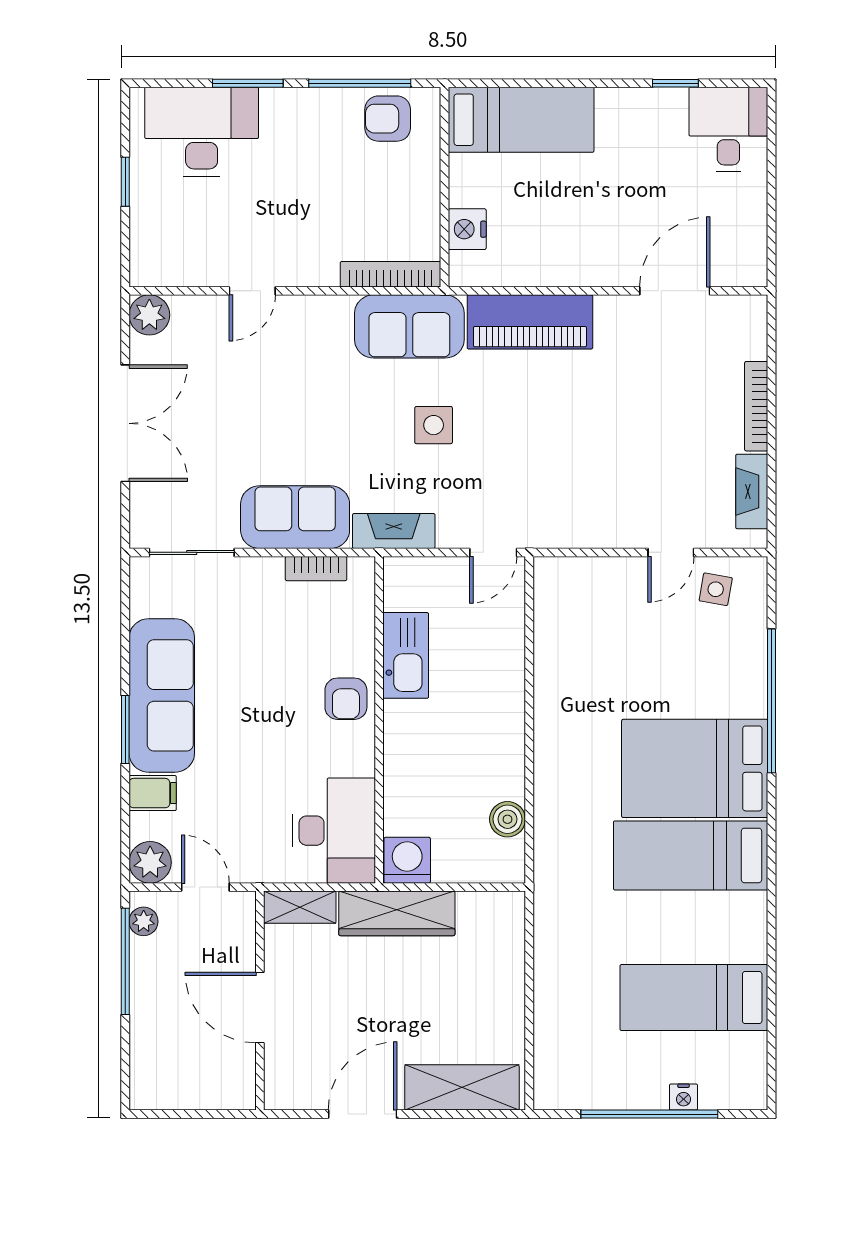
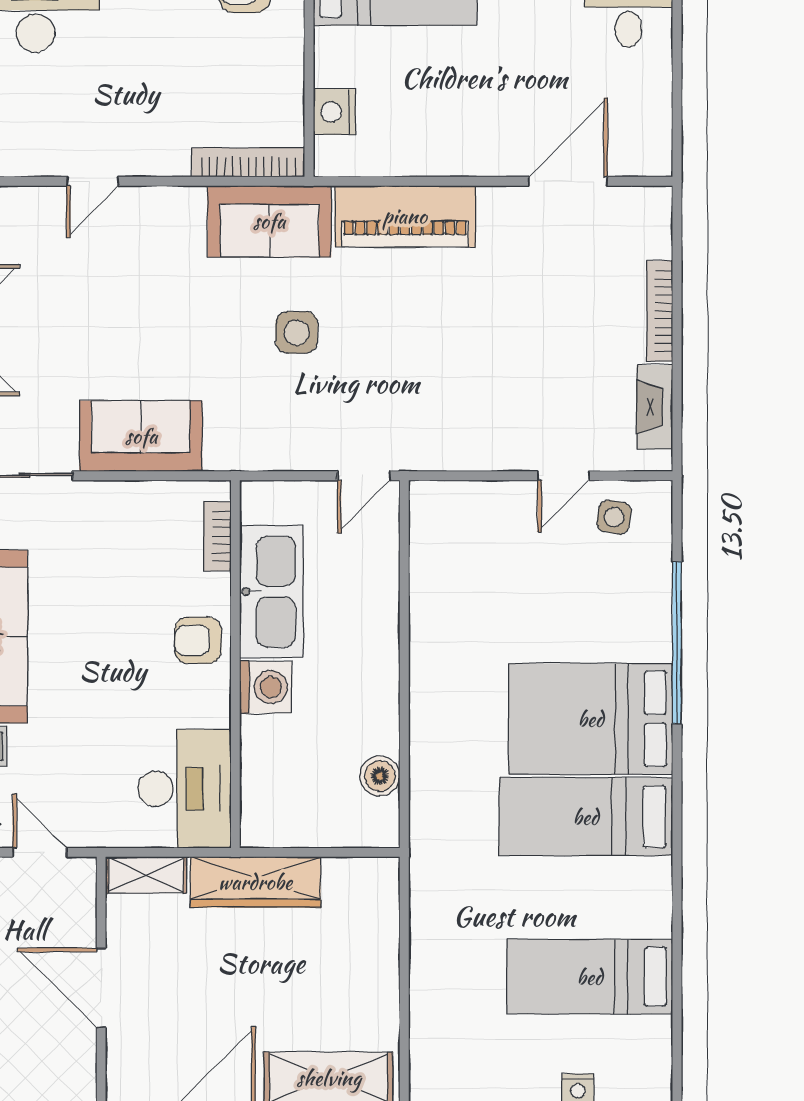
fireplace: (394, 531) -> (252, 452), removed
bookcase: (316, 569) -> (217, 536), moved, turned 90
kitchen sink: (406, 655) -> (271, 592), width x1.36, depth x1.24
armchair: (346, 699) -> (198, 640), turned 90
washing machine: (407, 860) -> (266, 687), moved, turned 90

